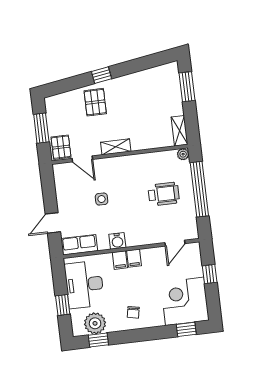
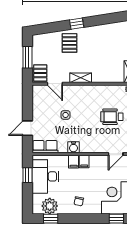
wheelchair: (164, 194) -> (112, 117), turned 180
window: (63, 305) -> (27, 175), moved

